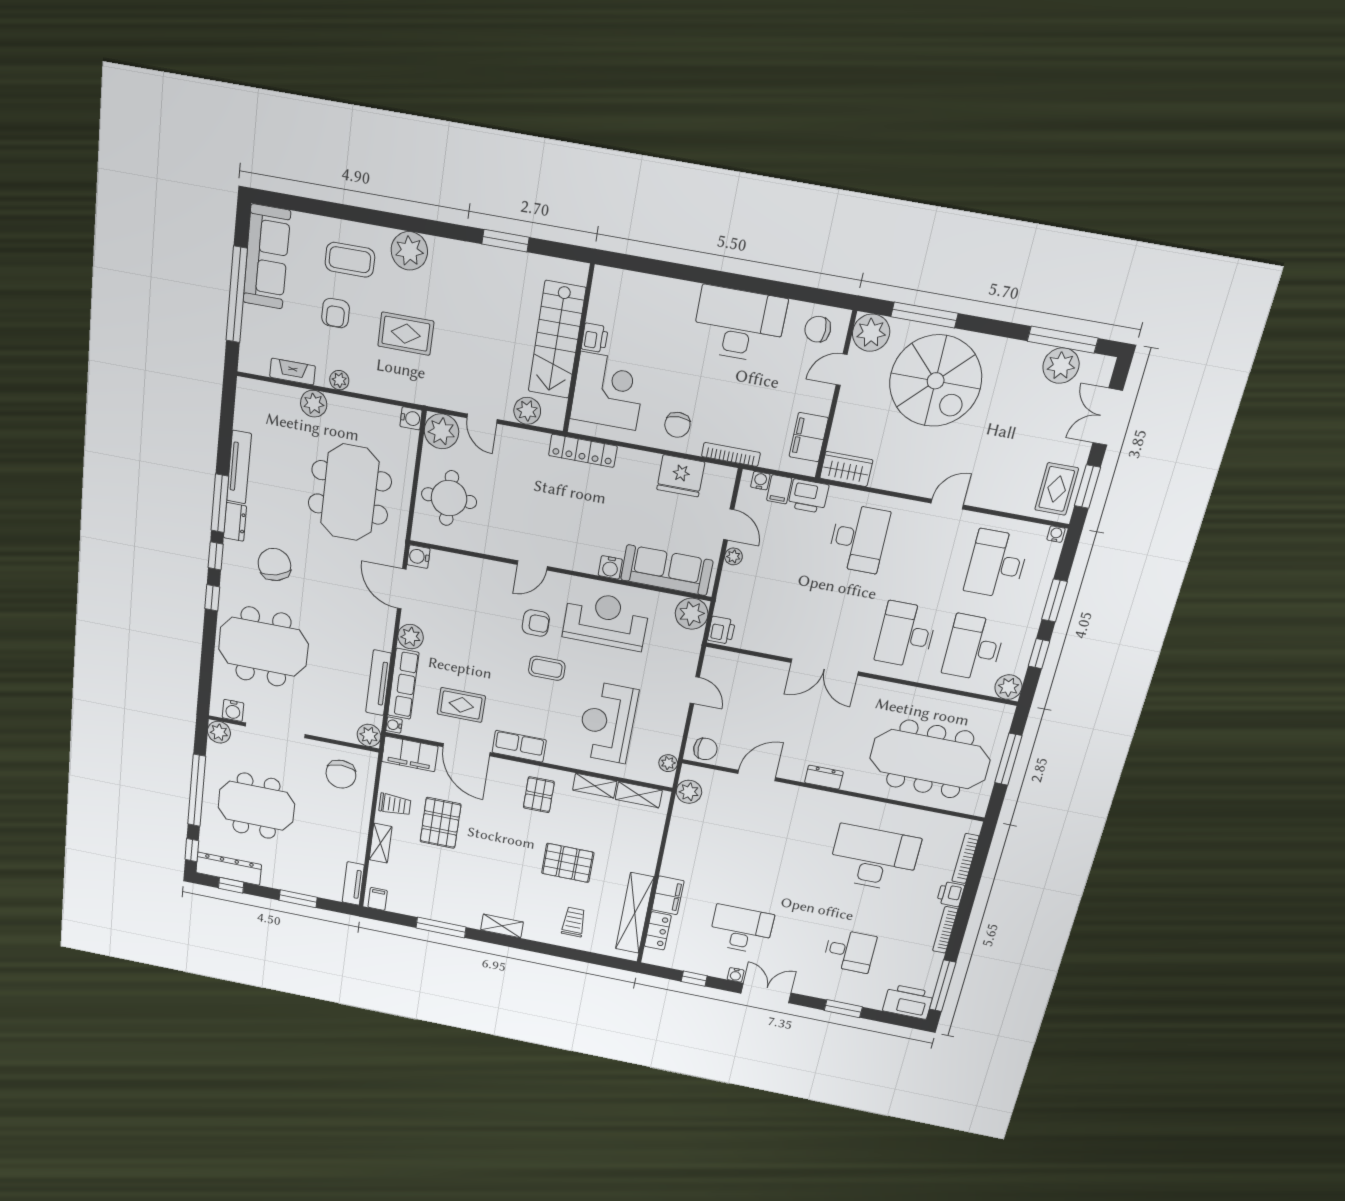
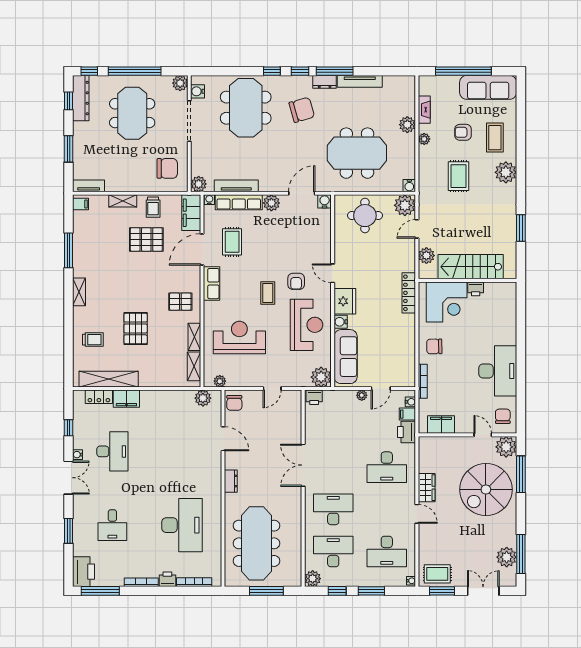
wardrobe: (846, 469) -> (427, 488), moved
fridge: (681, 476) -> (345, 301), moved, turned 180
desk: (997, 564) -> (387, 551), turned 180
chair: (341, 774) -> (167, 168), turned 180

